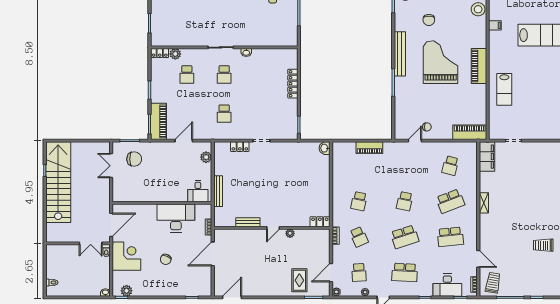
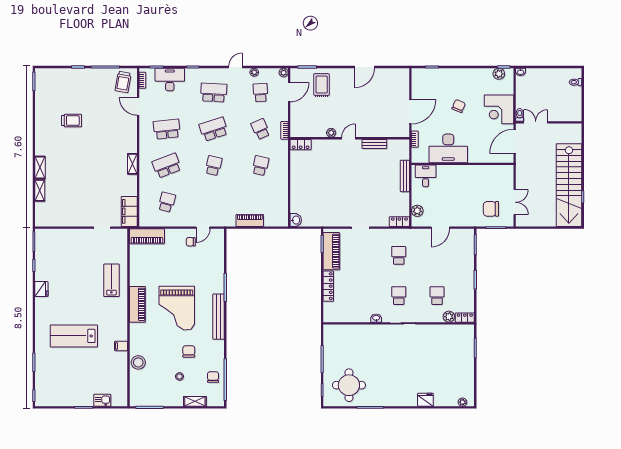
piano: (158, 121) -> (331, 251), moved, turned 180
locker: (240, 147) -> (399, 222), moved
door: (232, 297) -> (364, 67), moved

